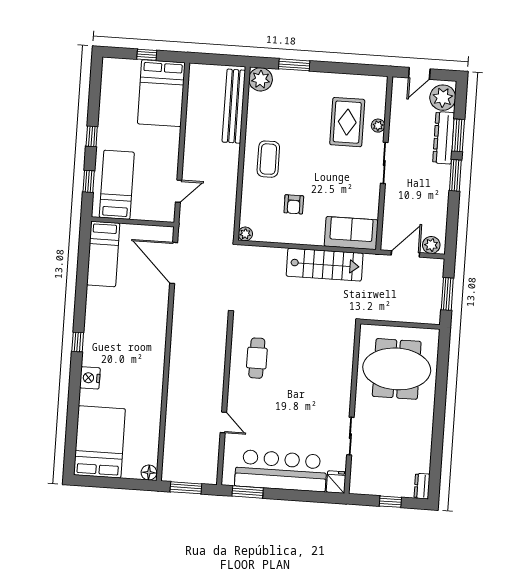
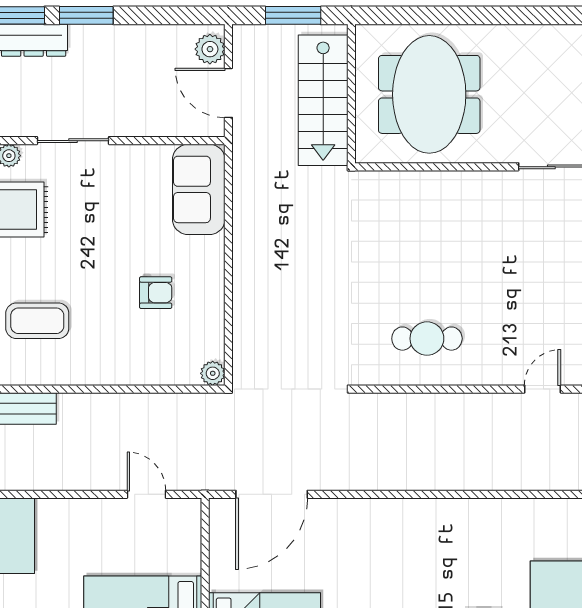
coffee table: (268, 159) -> (37, 321), moved
stairs: (325, 265) -> (323, 100), moved, turned 180

